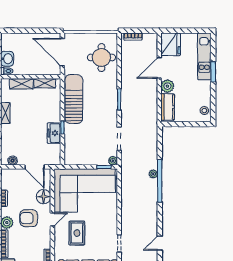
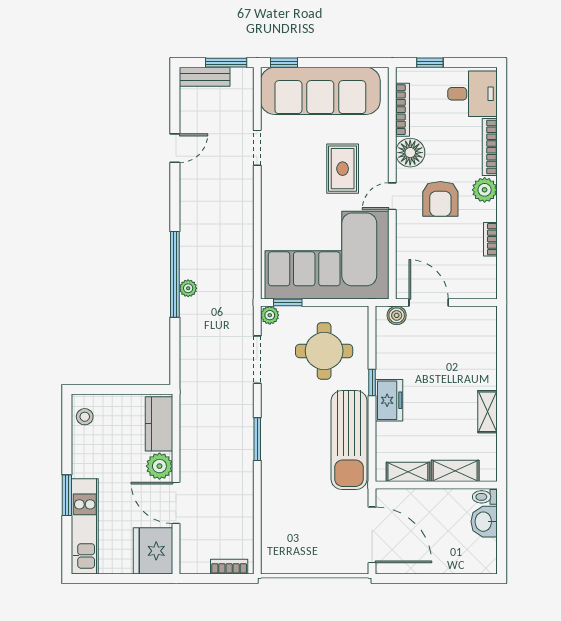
round table: (101, 58) -> (324, 351), moved
door: (159, 68) -> (176, 503), swing flipped
freezer: (54, 133) -> (389, 400), moved
boiler: (13, 161) -> (397, 315), moved
floor lamp: (44, 197) -> (410, 153), moved
armchair: (29, 218) -> (440, 199), turned 90

